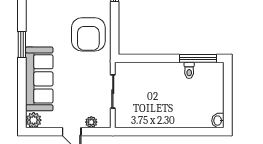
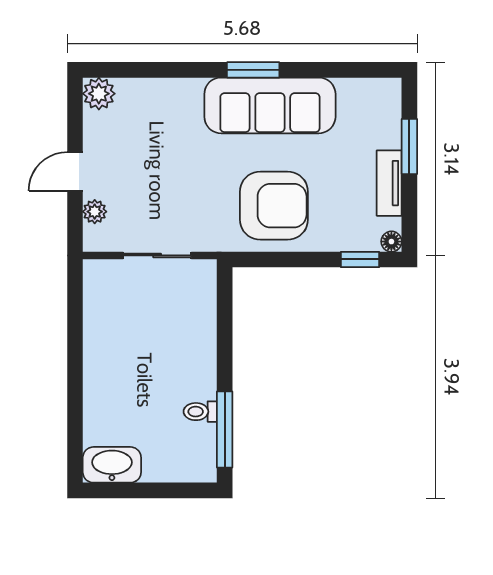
armchair: (88, 34) -> (274, 206), turned 180
sofa: (39, 79) -> (270, 105), moved
washbasin: (218, 121) -> (112, 465), width x1.91, depth x1.45

